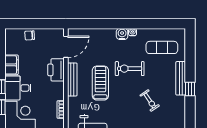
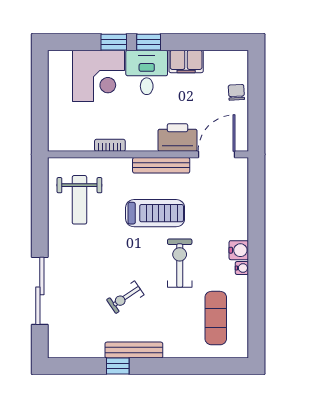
door: (66, 47) -> (217, 154), swing flipped
bench: (181, 78) -> (134, 350), moved
window: (190, 89) -> (118, 366), moved

